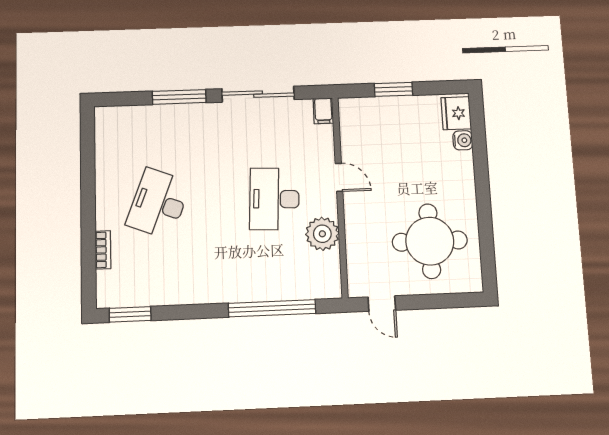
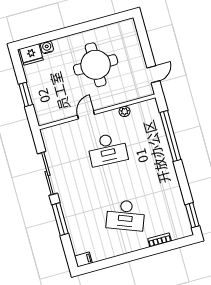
filing cabinet: (323, 111) -> (83, 259), moved
plant: (322, 234) -> (124, 111), width x0.53, depth x0.53
round table: (430, 241) -> (96, 65), moved

